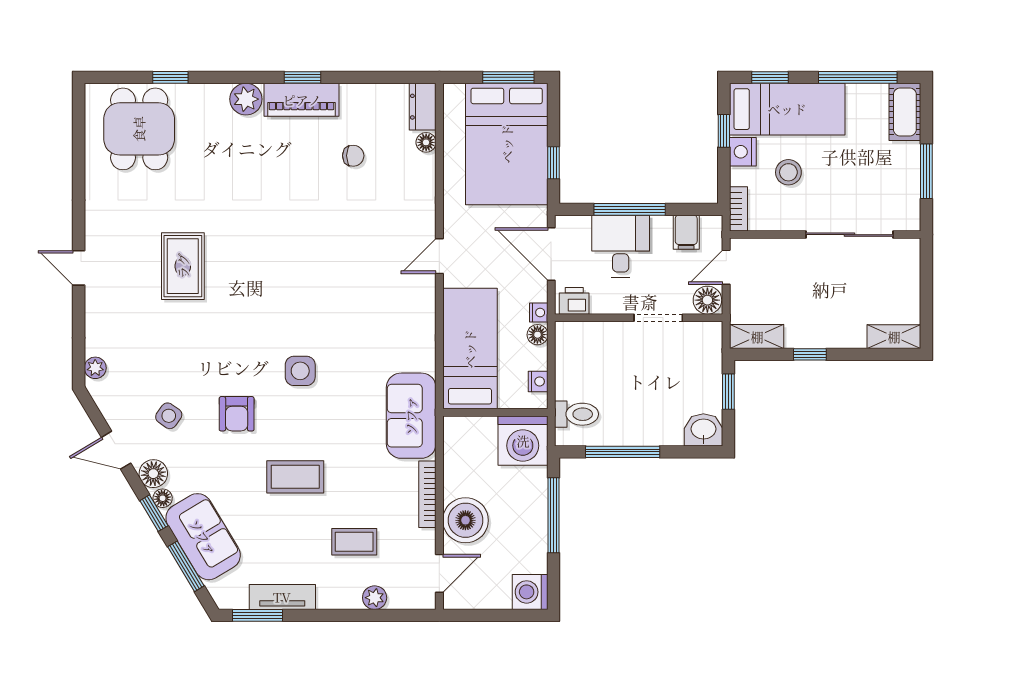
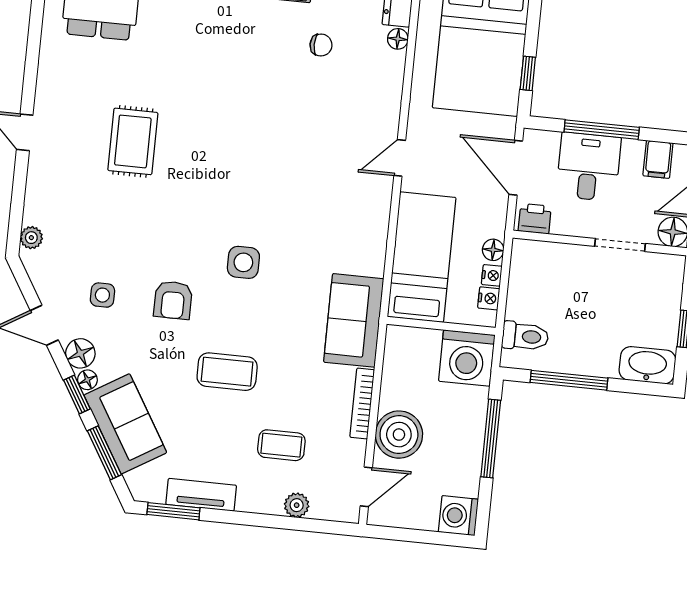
nightstand: (539, 313) -> (492, 275), moved
side table: (169, 416) -> (102, 295), turned -35
washbasin: (703, 430) -> (647, 365), width x1.38

